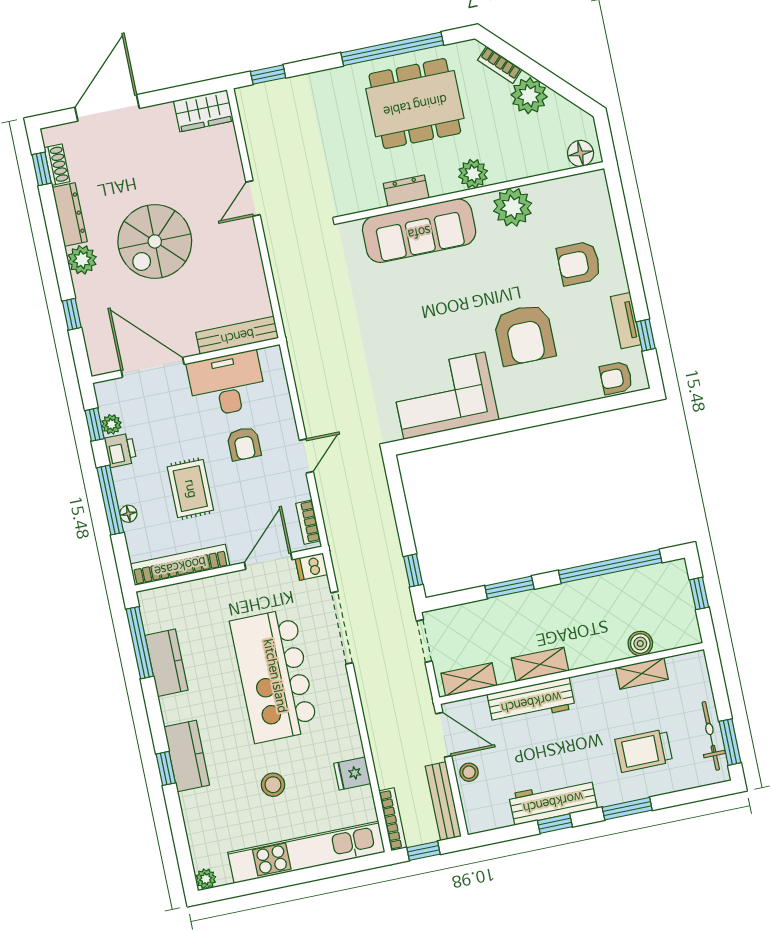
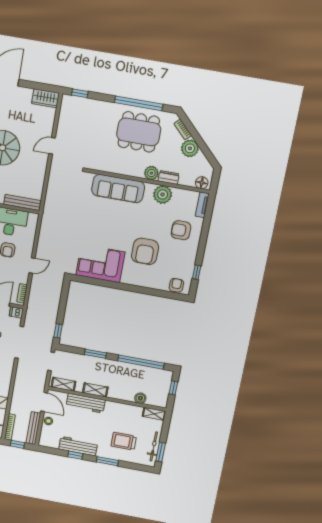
dresser: (406, 191) -> (169, 178), moved
tv unit: (626, 321) -> (202, 205), moved
armchair: (616, 378) -> (176, 285), turned 90
shelving: (642, 673) -> (154, 414), moved

